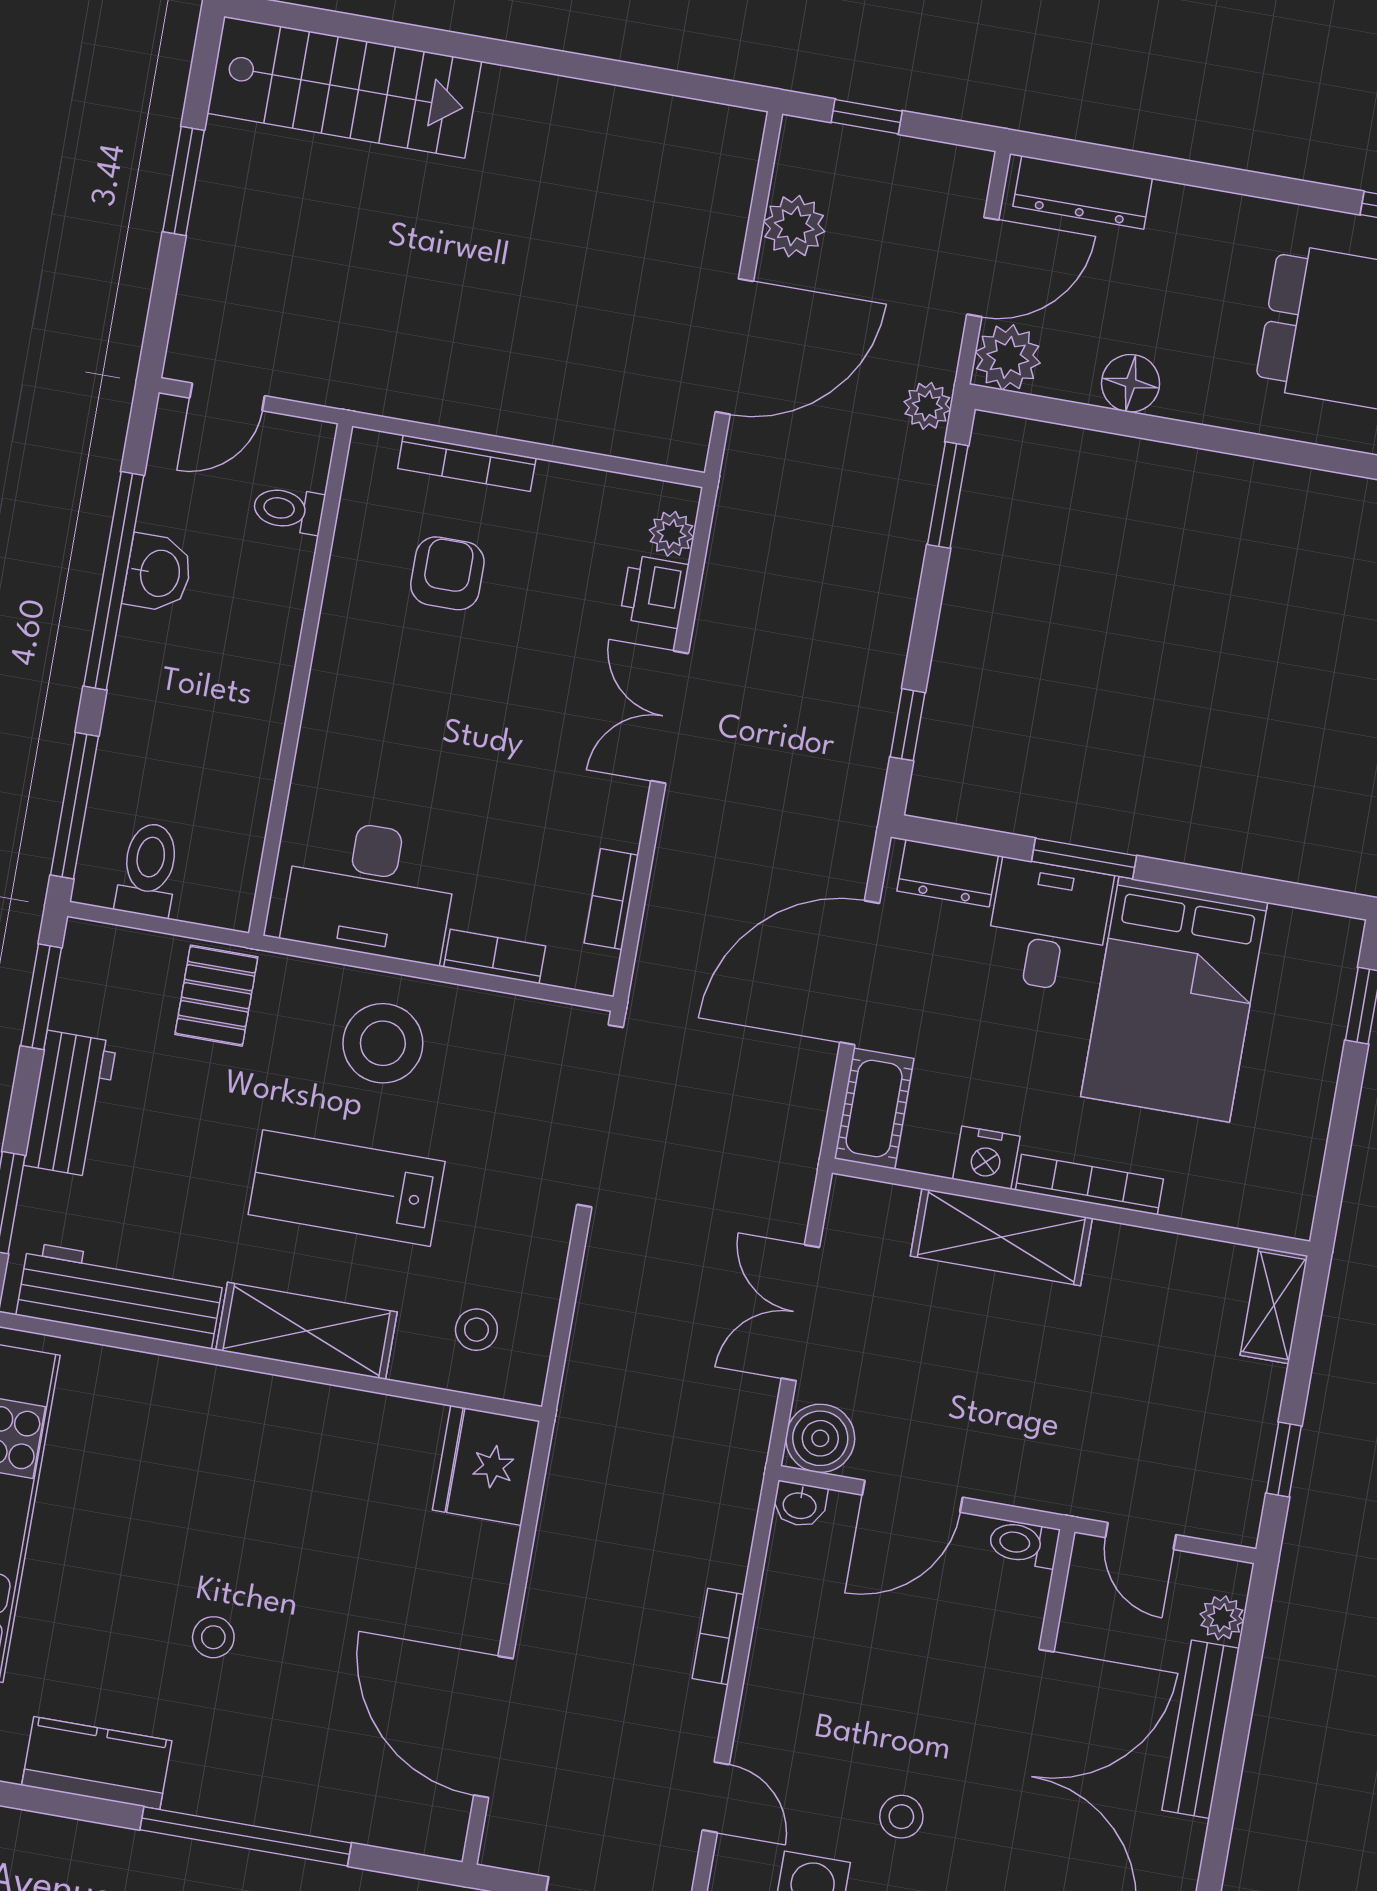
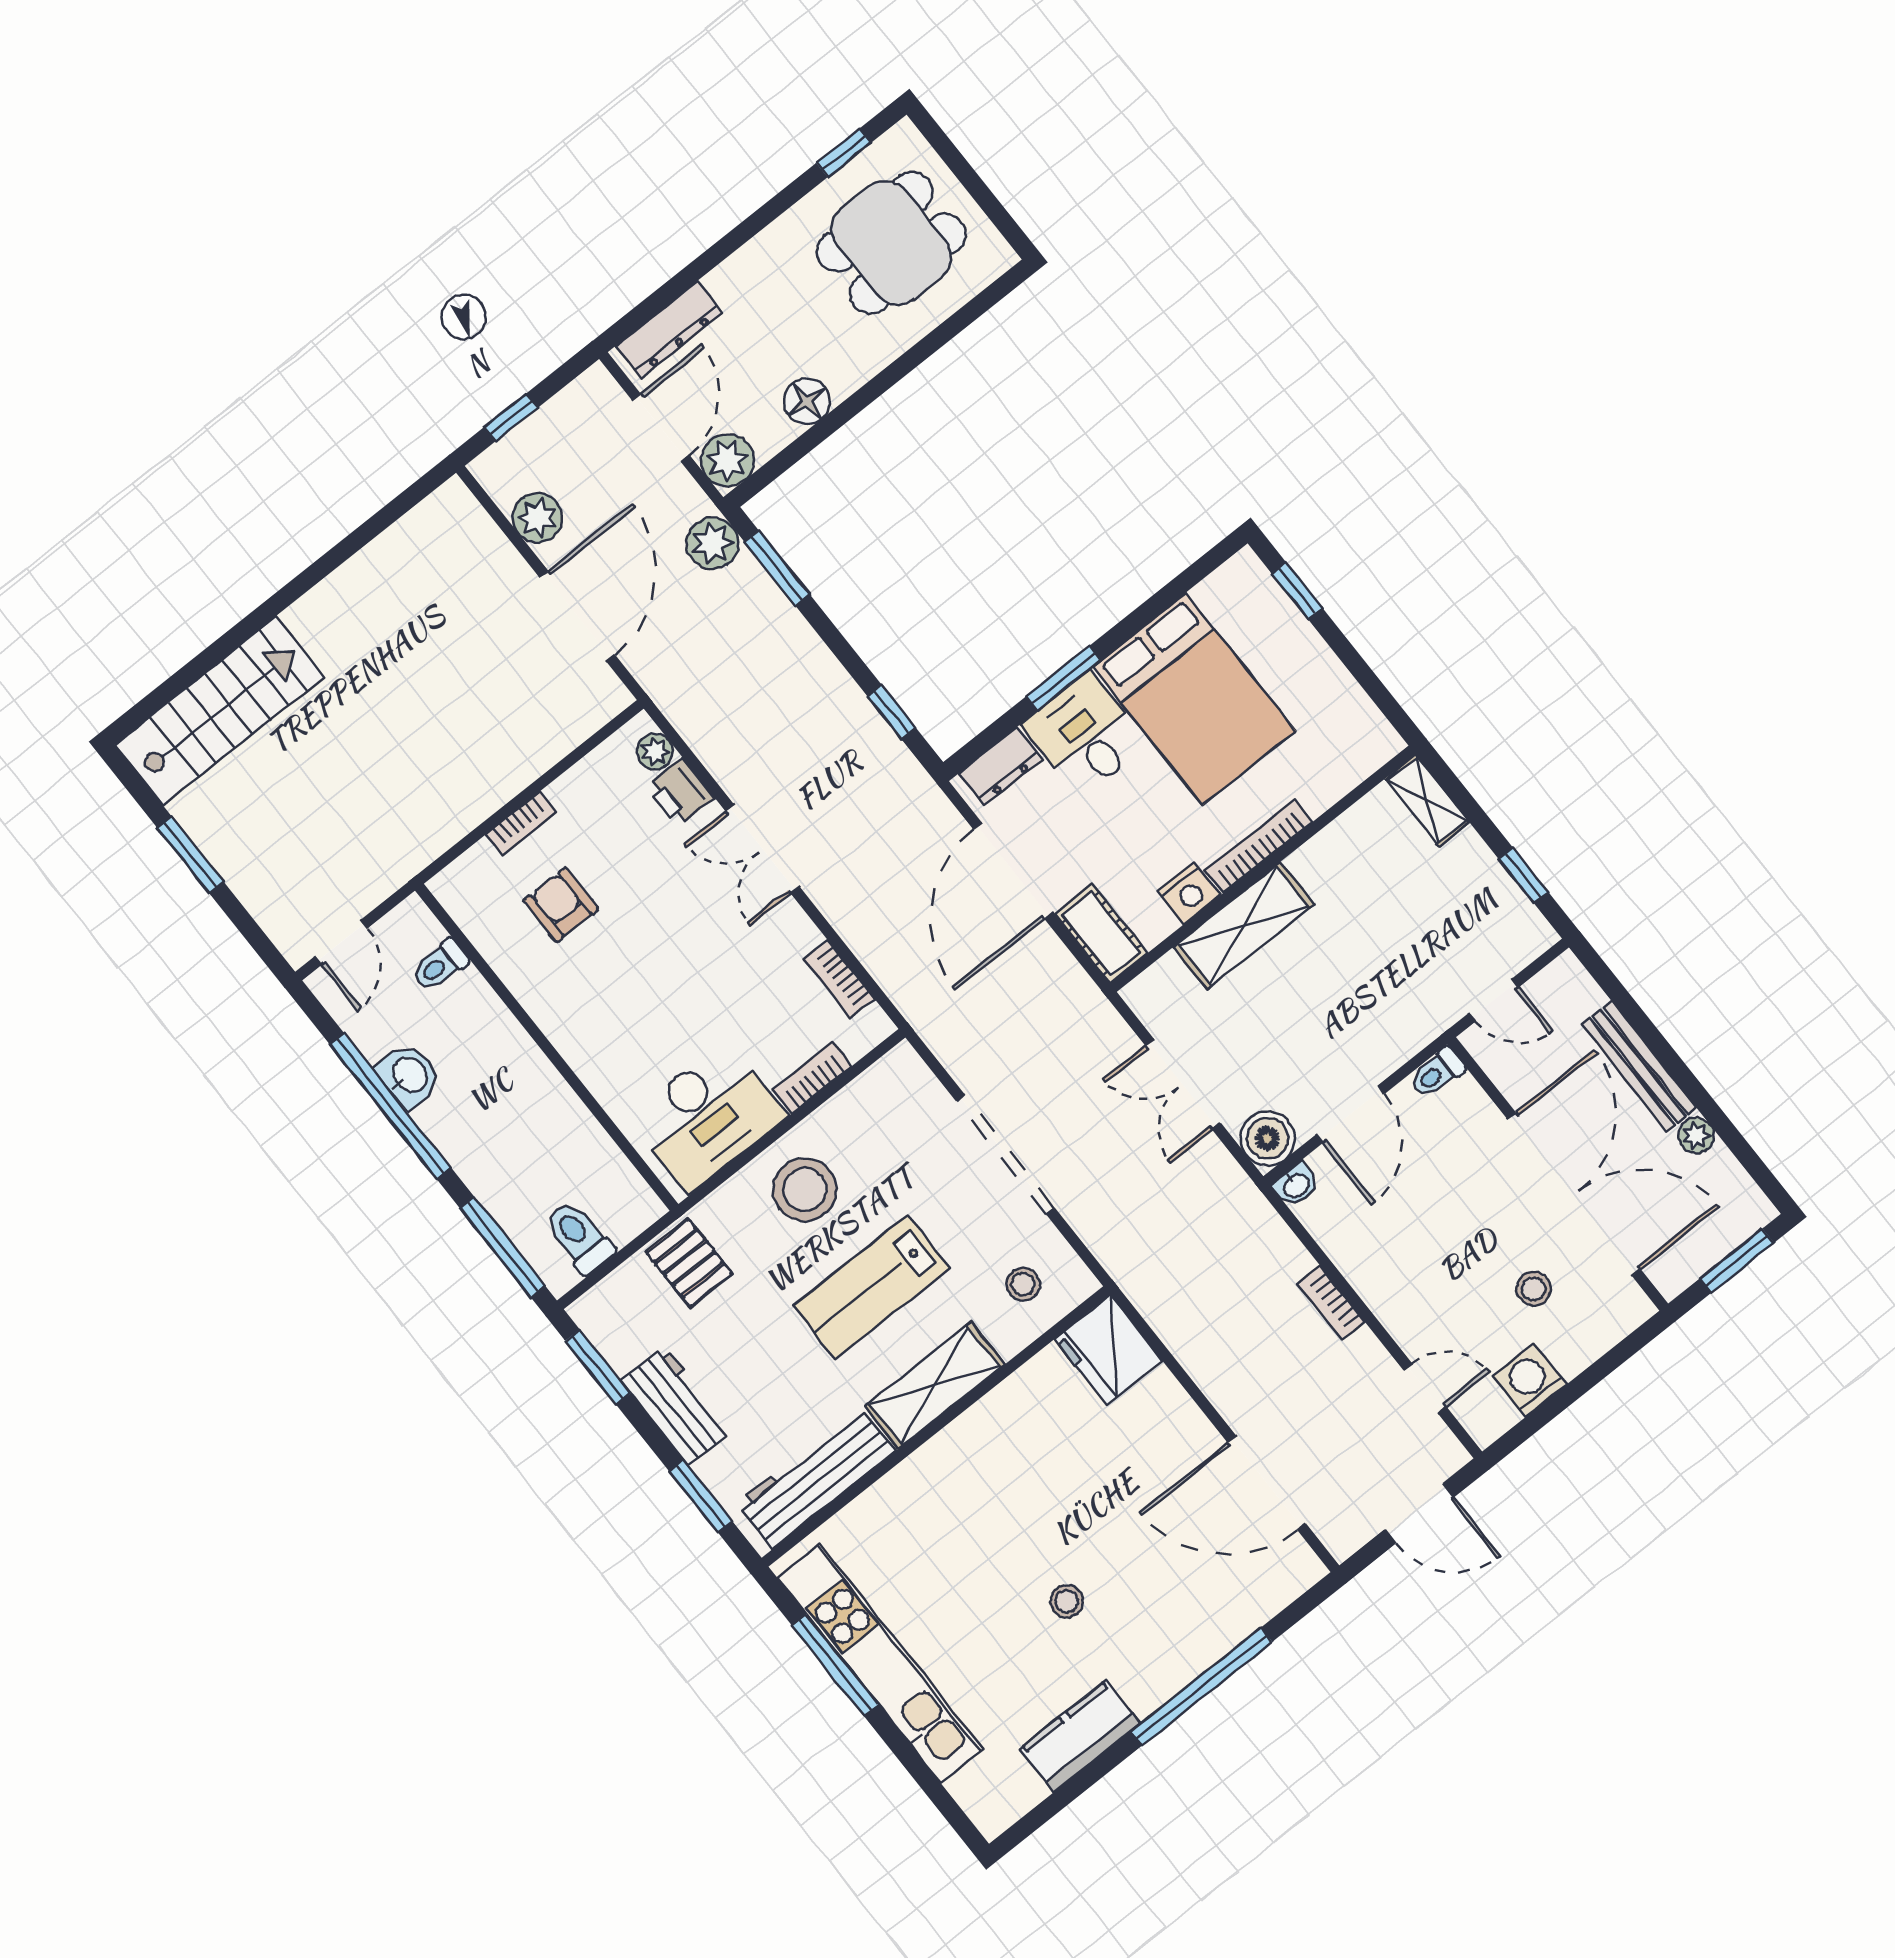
plant: (927, 406) -> (713, 543), width x1.38, depth x1.38
bookcase: (467, 463) -> (521, 824), width x0.64
doorway: (600, 1116) -> (1006, 1155), moved
plant: (1222, 1618) -> (1696, 1135), moved

